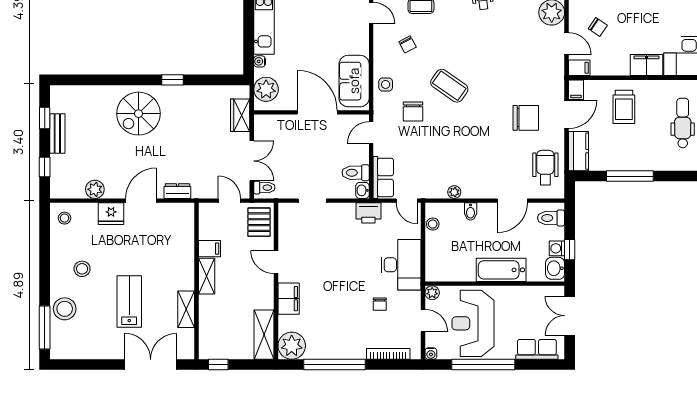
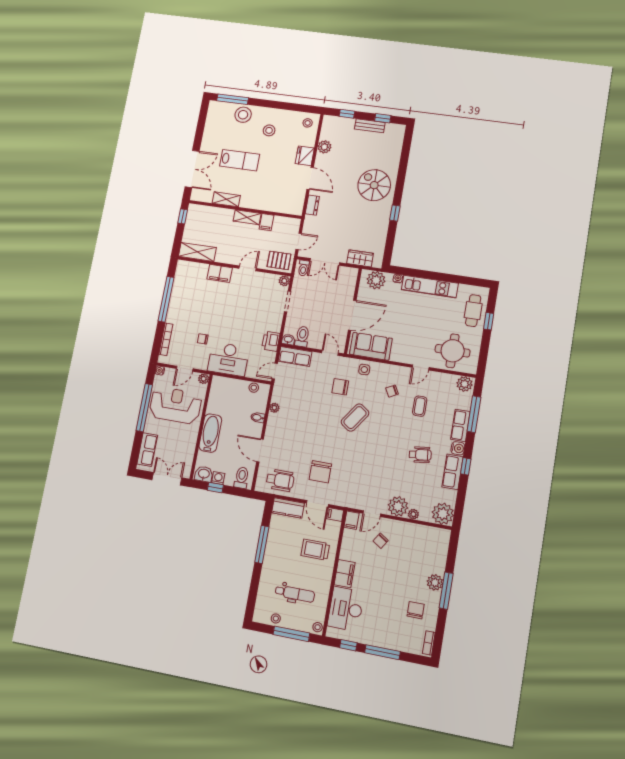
plant: (292, 346) -> (284, 281), moved, width x0.53, depth x0.53

